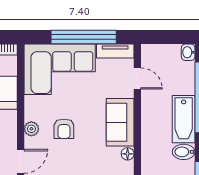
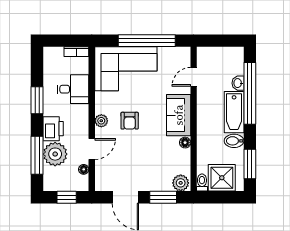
tv unit: (115, 51) -> (174, 53), removed
washbasin: (188, 52) -> (238, 83), moved
door: (137, 78) -> (194, 77), swing flipped

